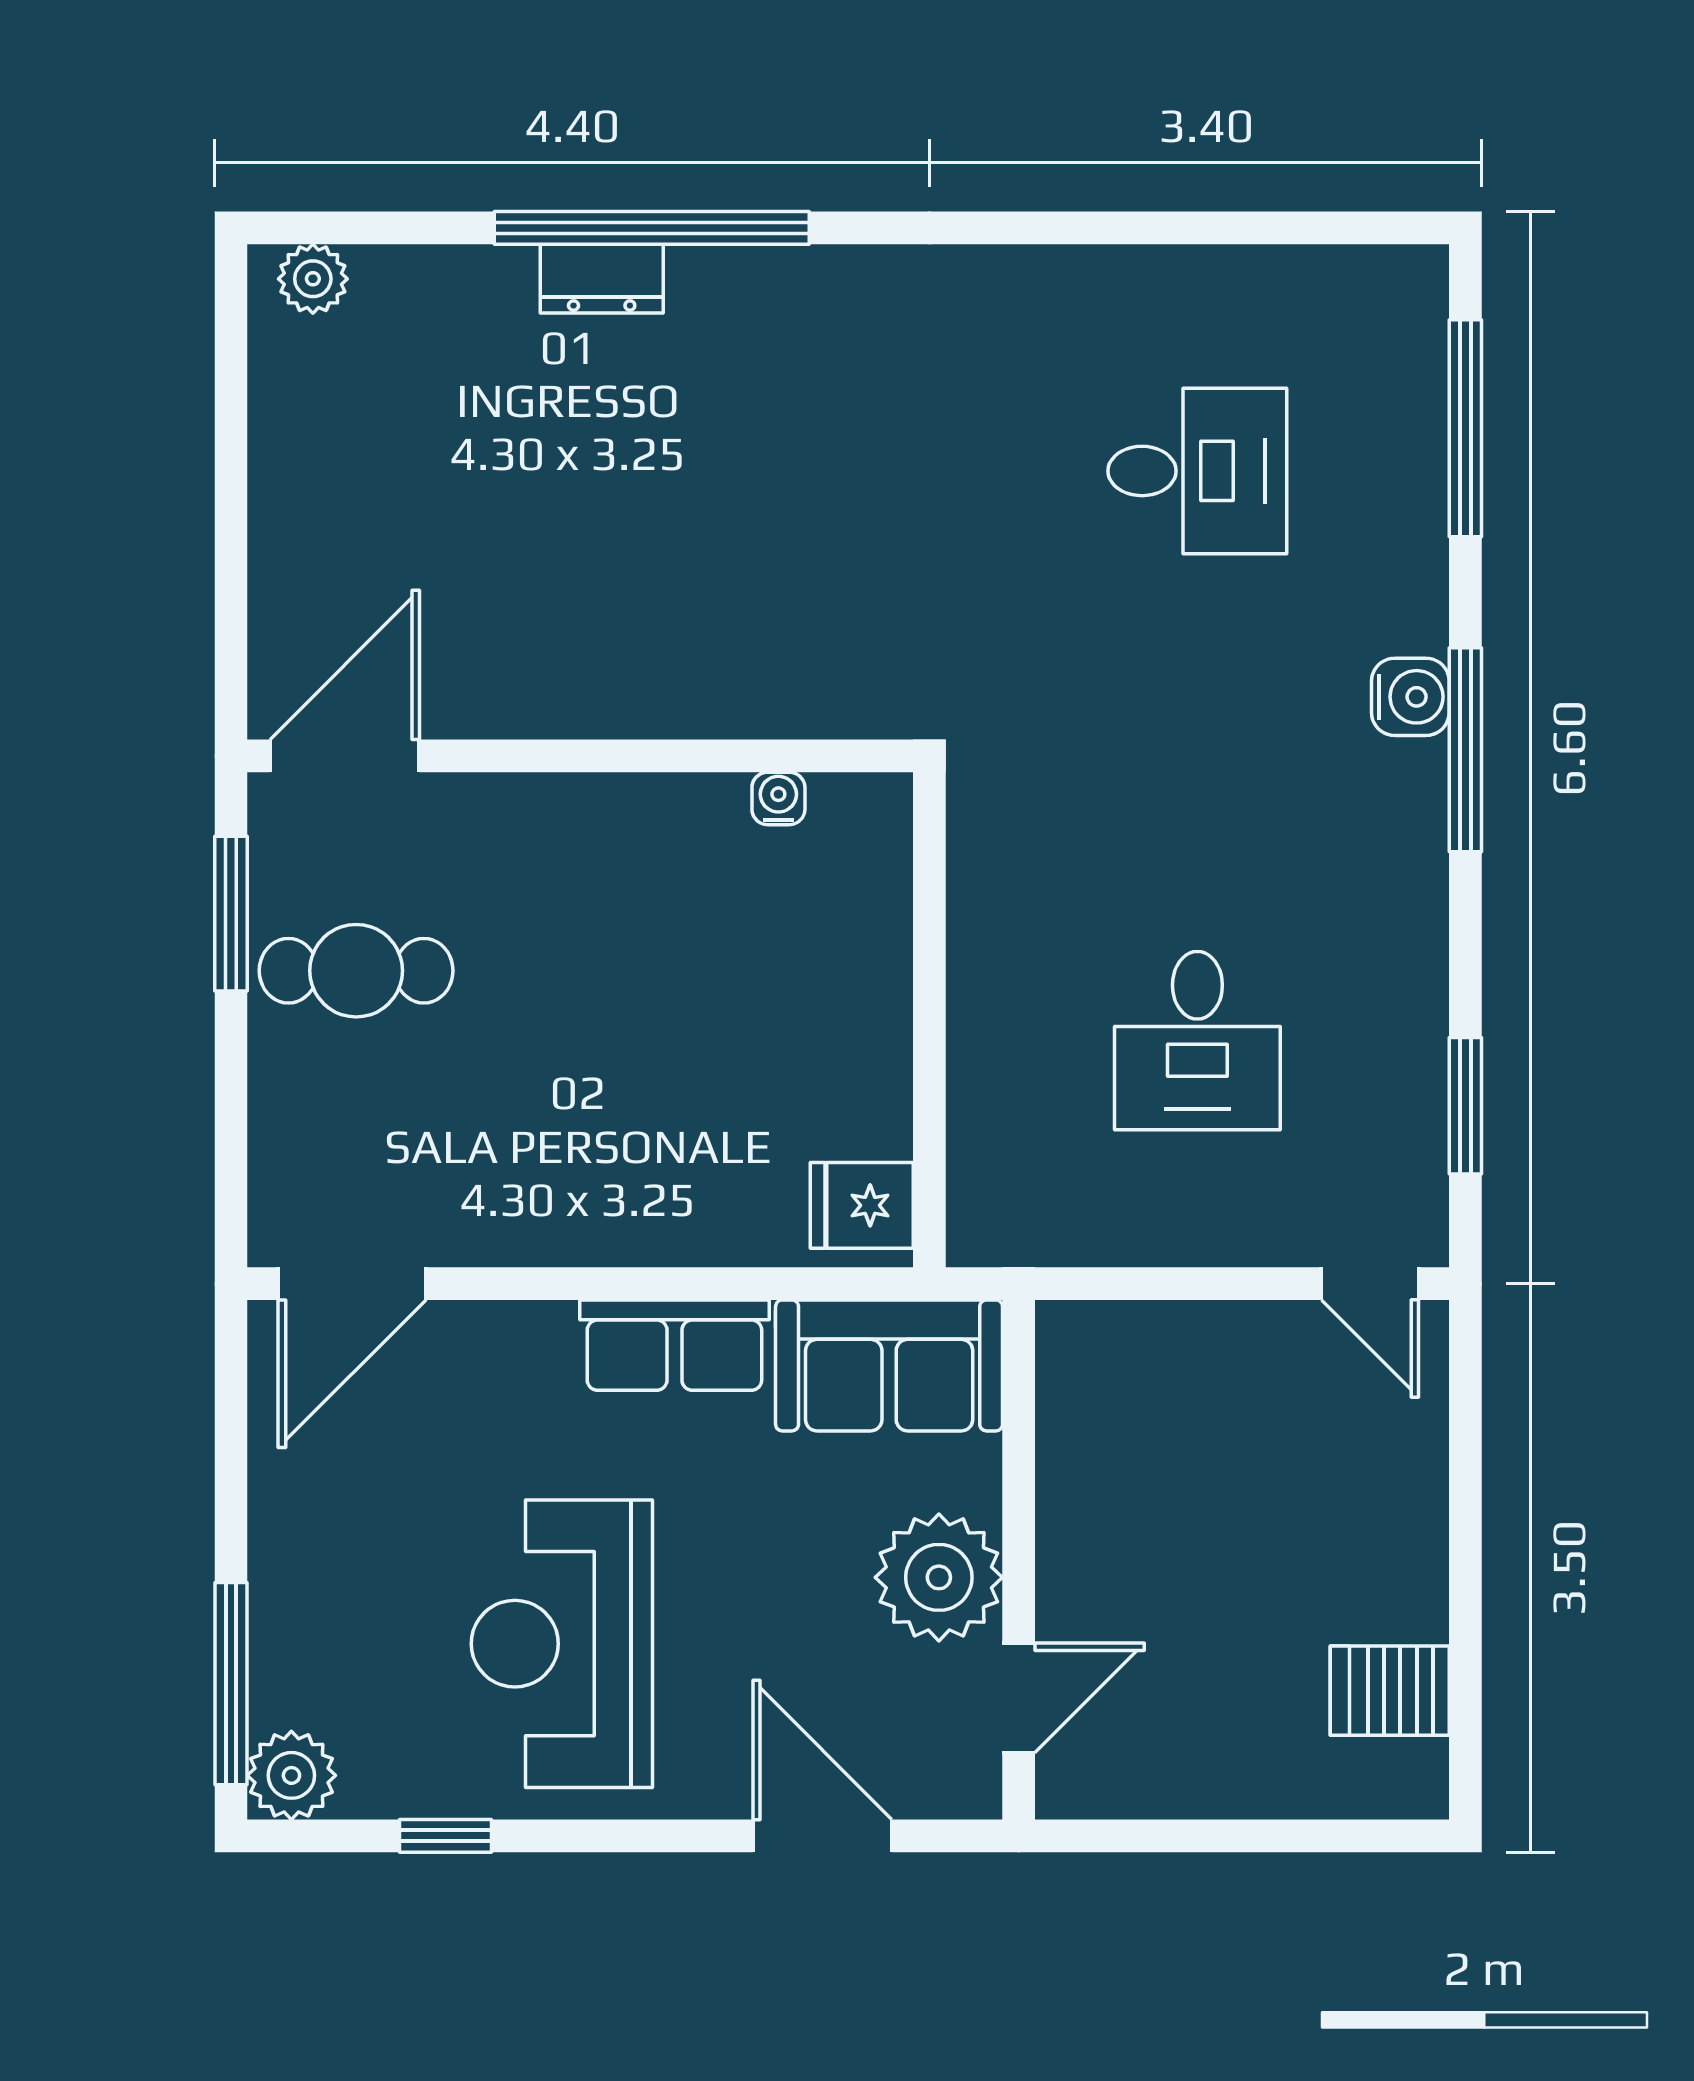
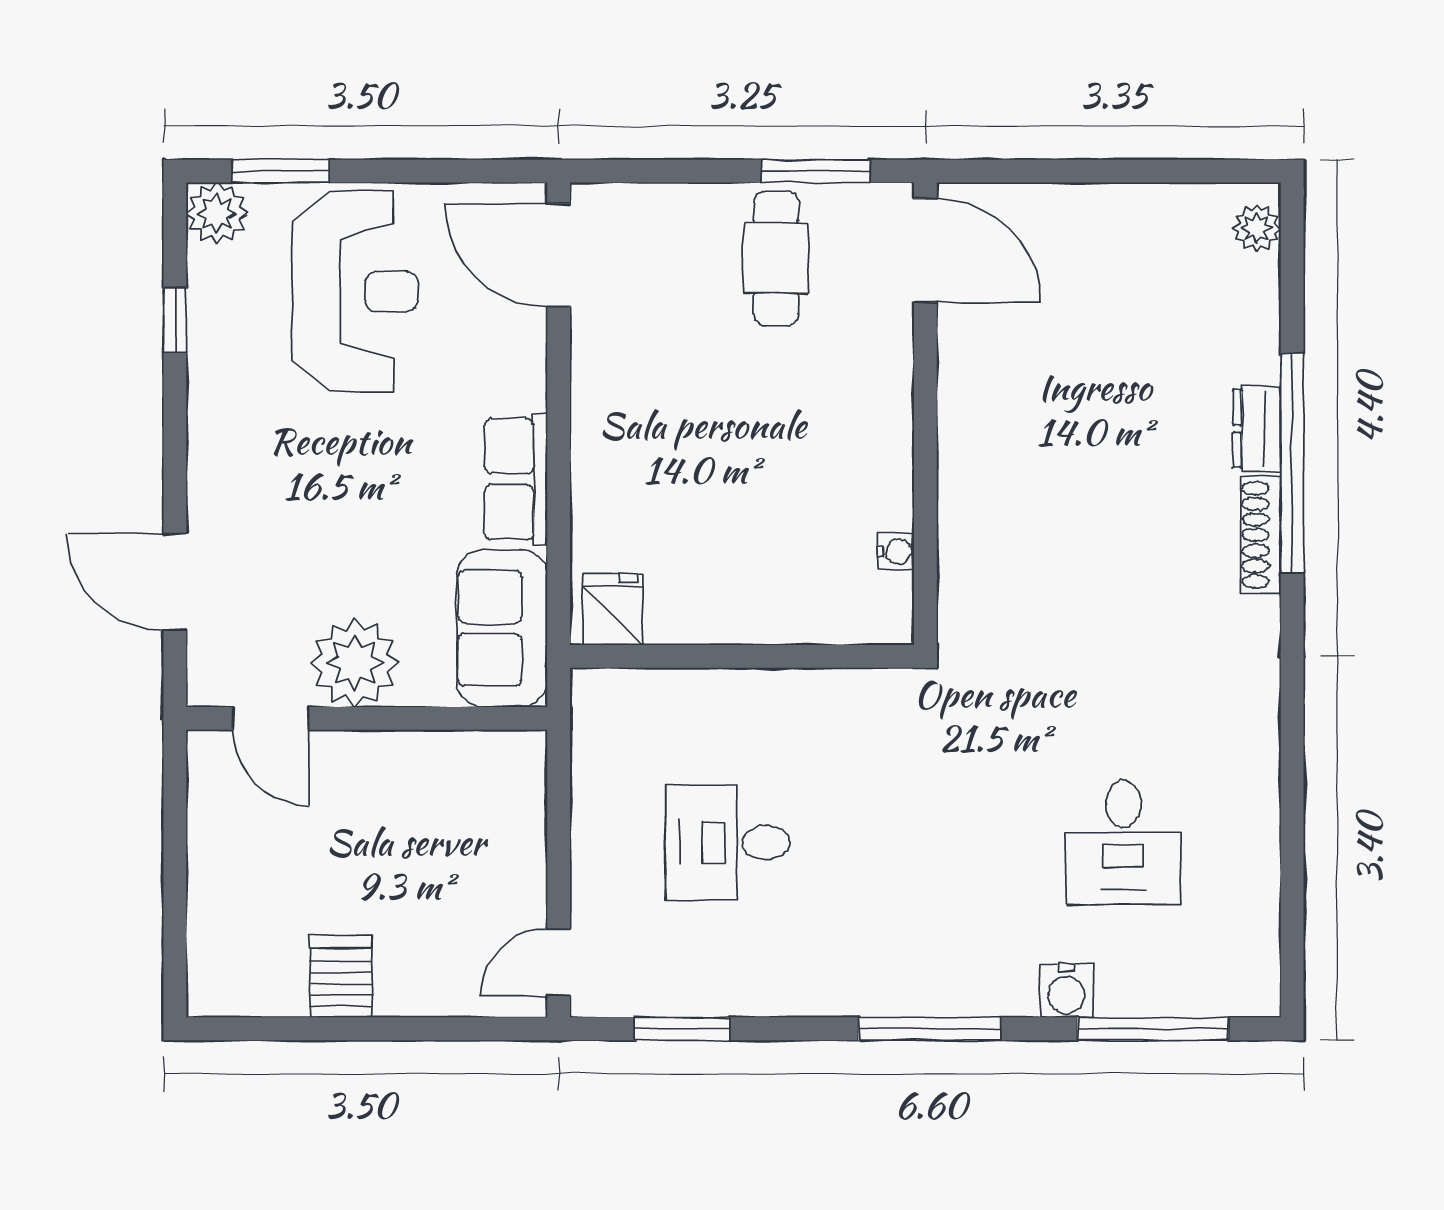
shoe rack: (755, 273) -> (1261, 535), added
water cooler: (1410, 697) -> (1066, 991), moved
reception desk: (562, 1644) -> (355, 291), moved, turned 90
window: (231, 1684) -> (281, 171), width x0.69
server rack: (1390, 1691) -> (341, 976), moved
door: (822, 1836) -> (175, 582), swing flipped

